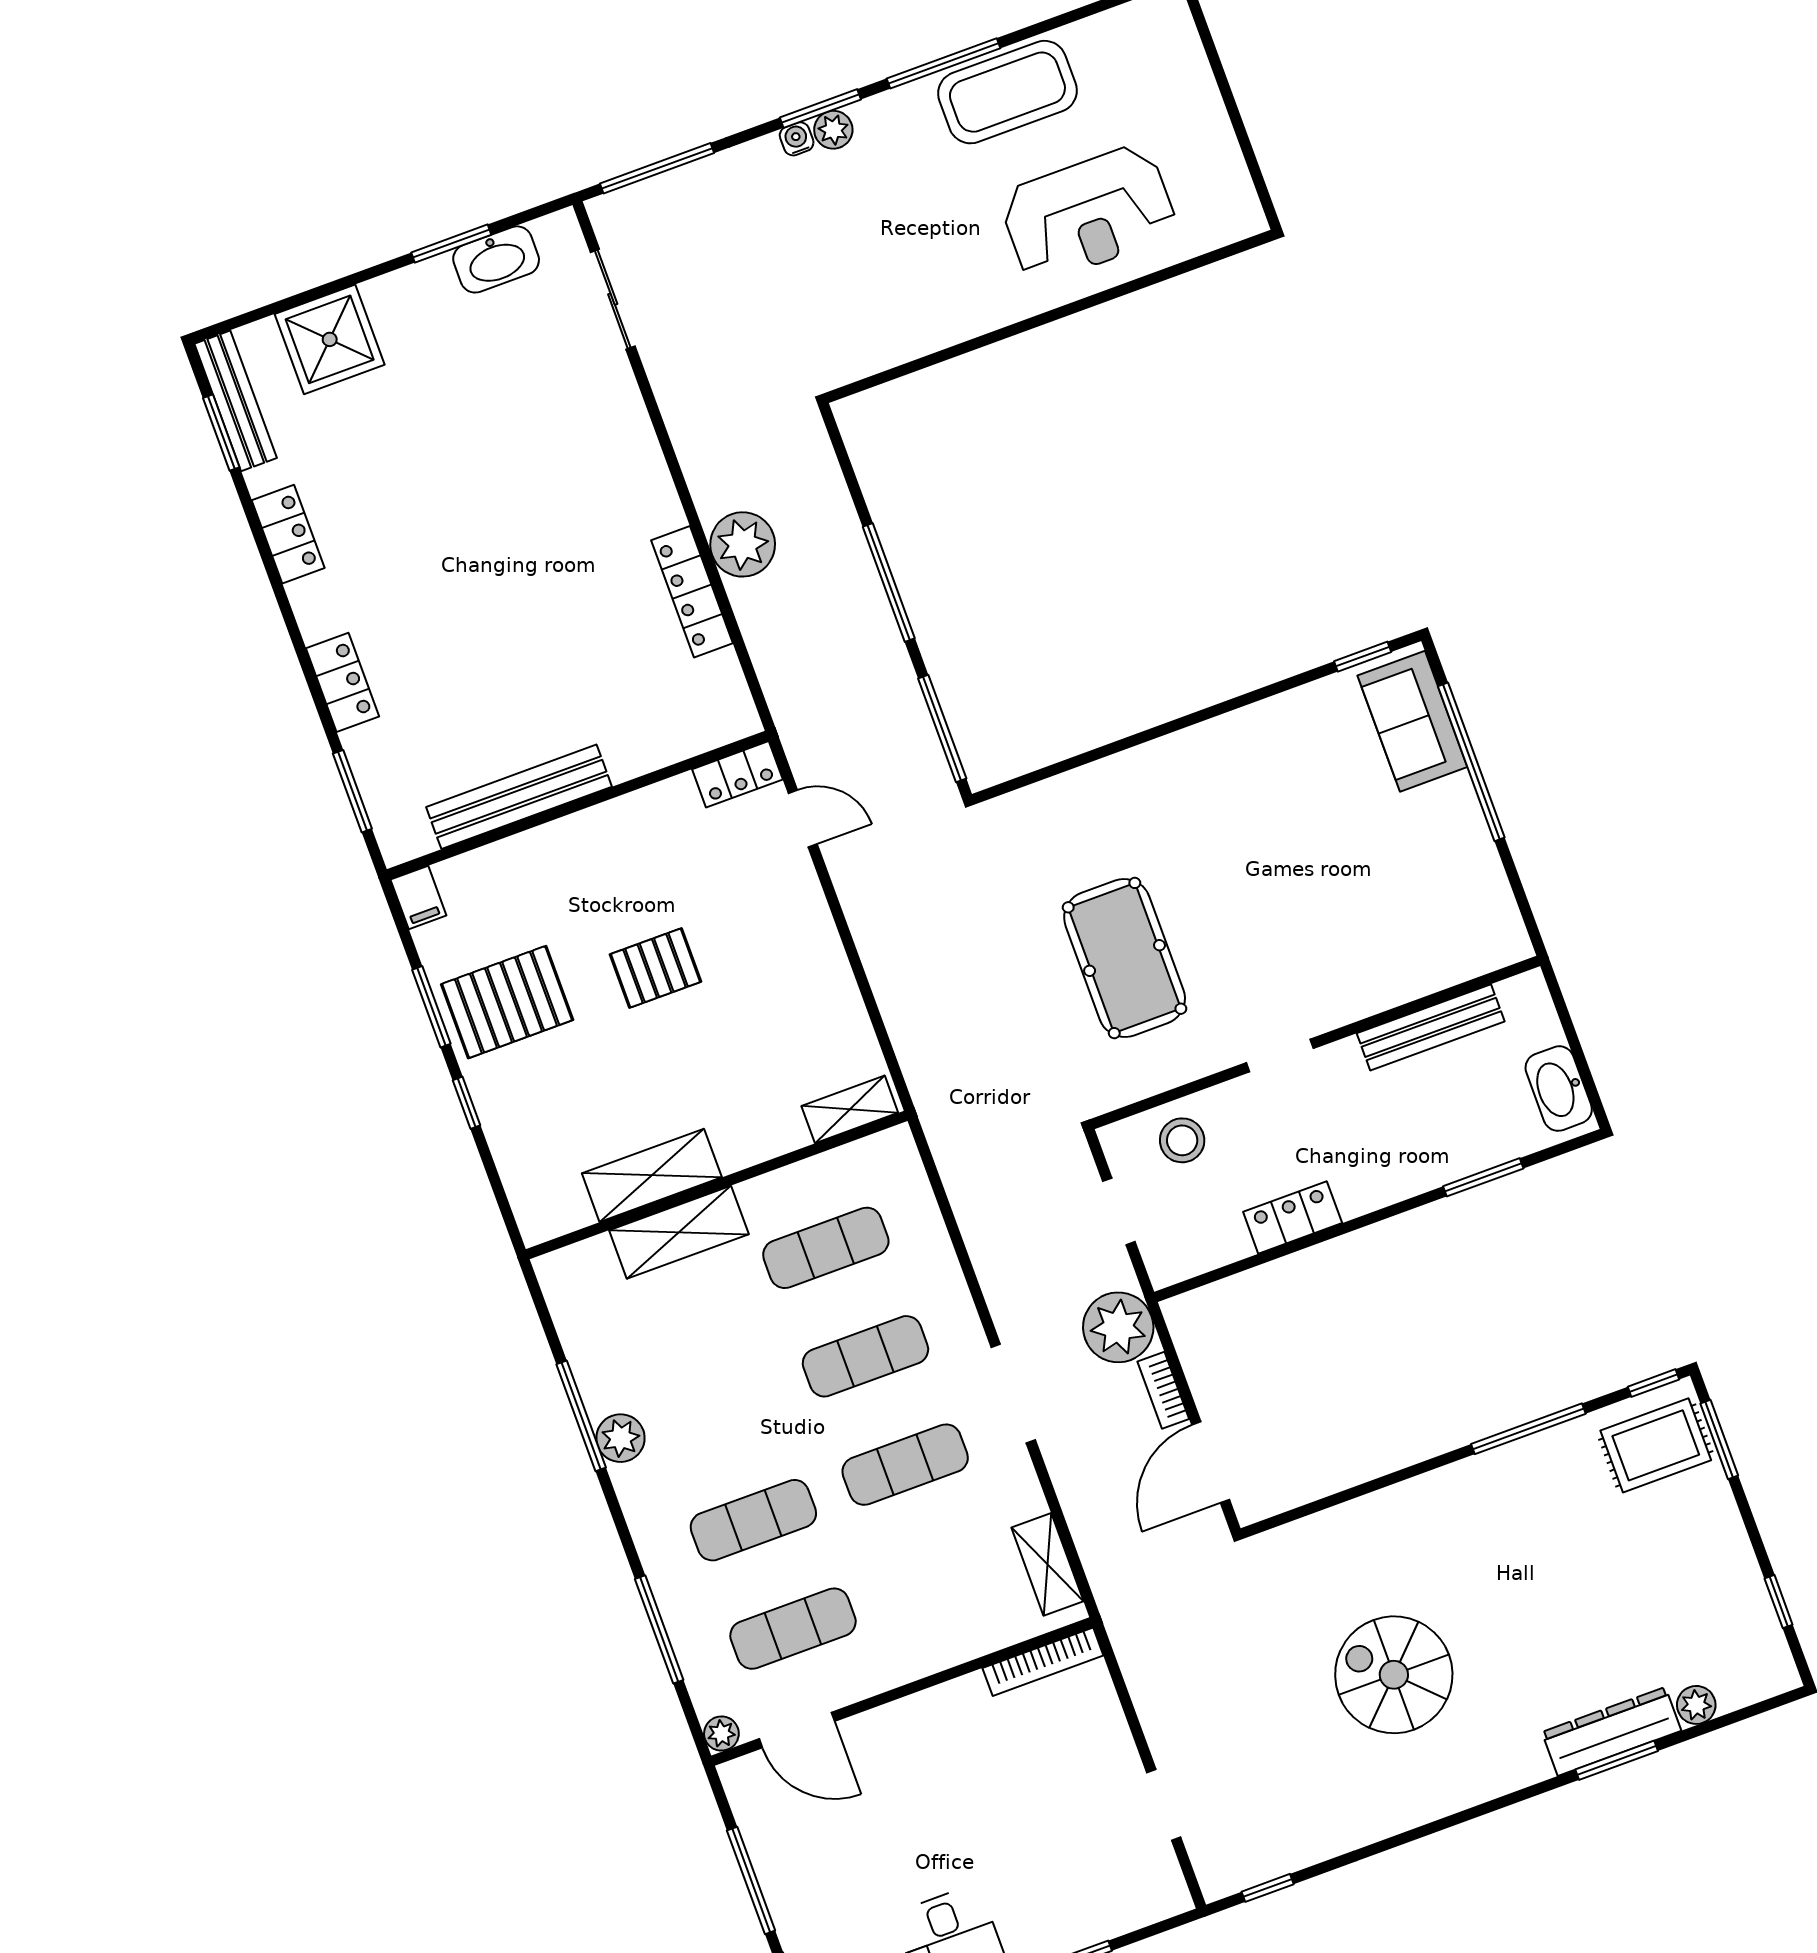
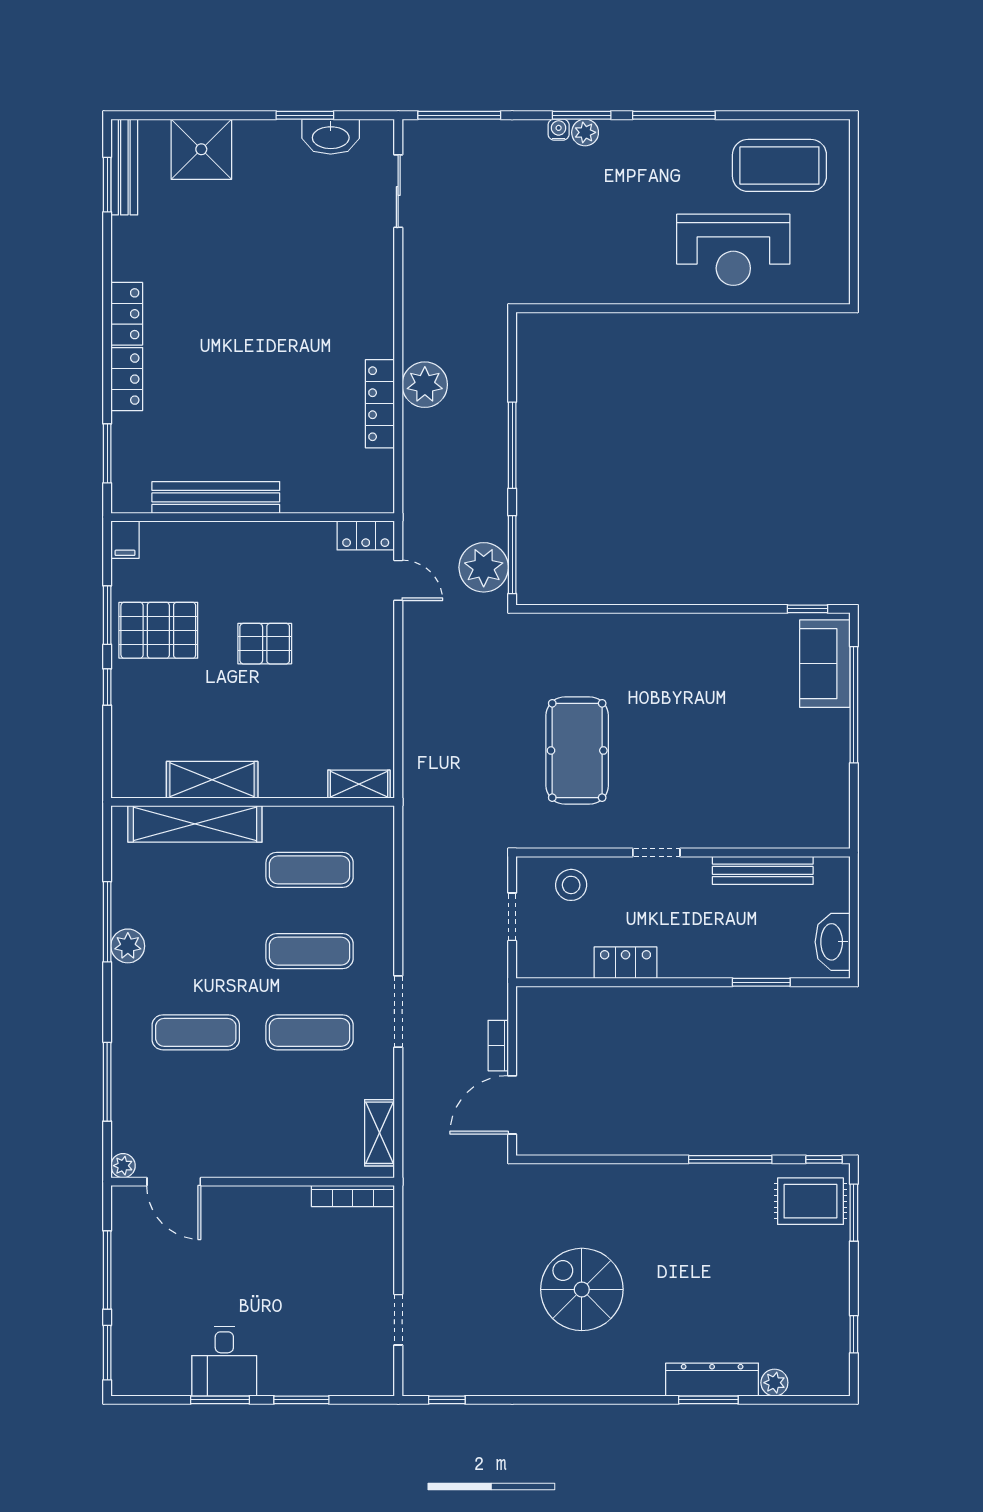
coffee table: (1007, 92) -> (779, 165), moved
locker: (288, 534) -> (127, 314), moved
shelving: (679, 1232) -> (195, 824), width x1.47
plant: (1118, 1327) -> (484, 567), moved
exercise mat: (793, 1629) -> (196, 1114), removed

